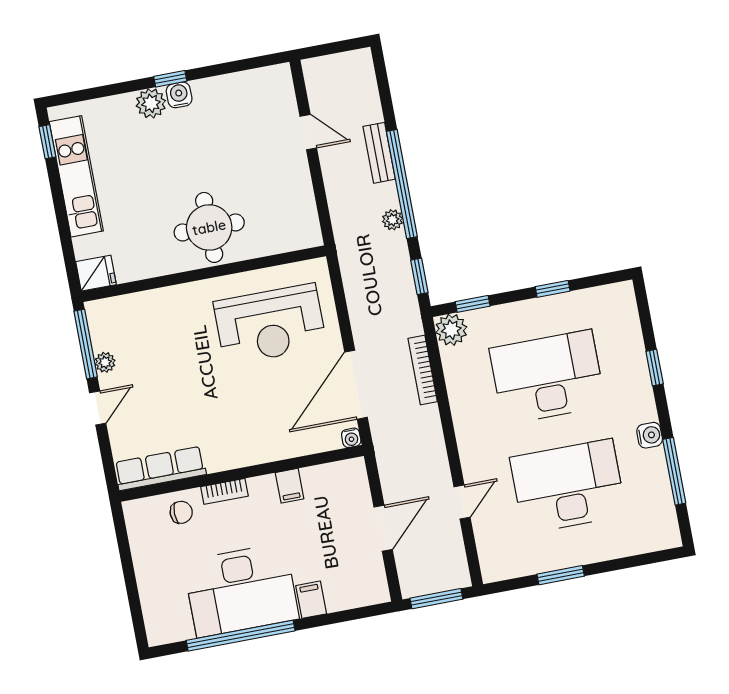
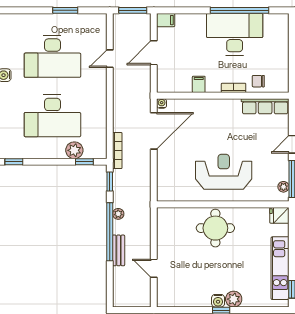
window: (553, 289) -> (14, 162), moved
reception desk: (270, 324) -> (224, 172), moved
plant: (451, 330) -> (74, 150), moved
plant: (105, 362) -> (283, 187), moved
bookcase: (423, 370) -> (117, 151), moved
filing cabinet: (311, 600) -> (166, 20), moved, turned -90

